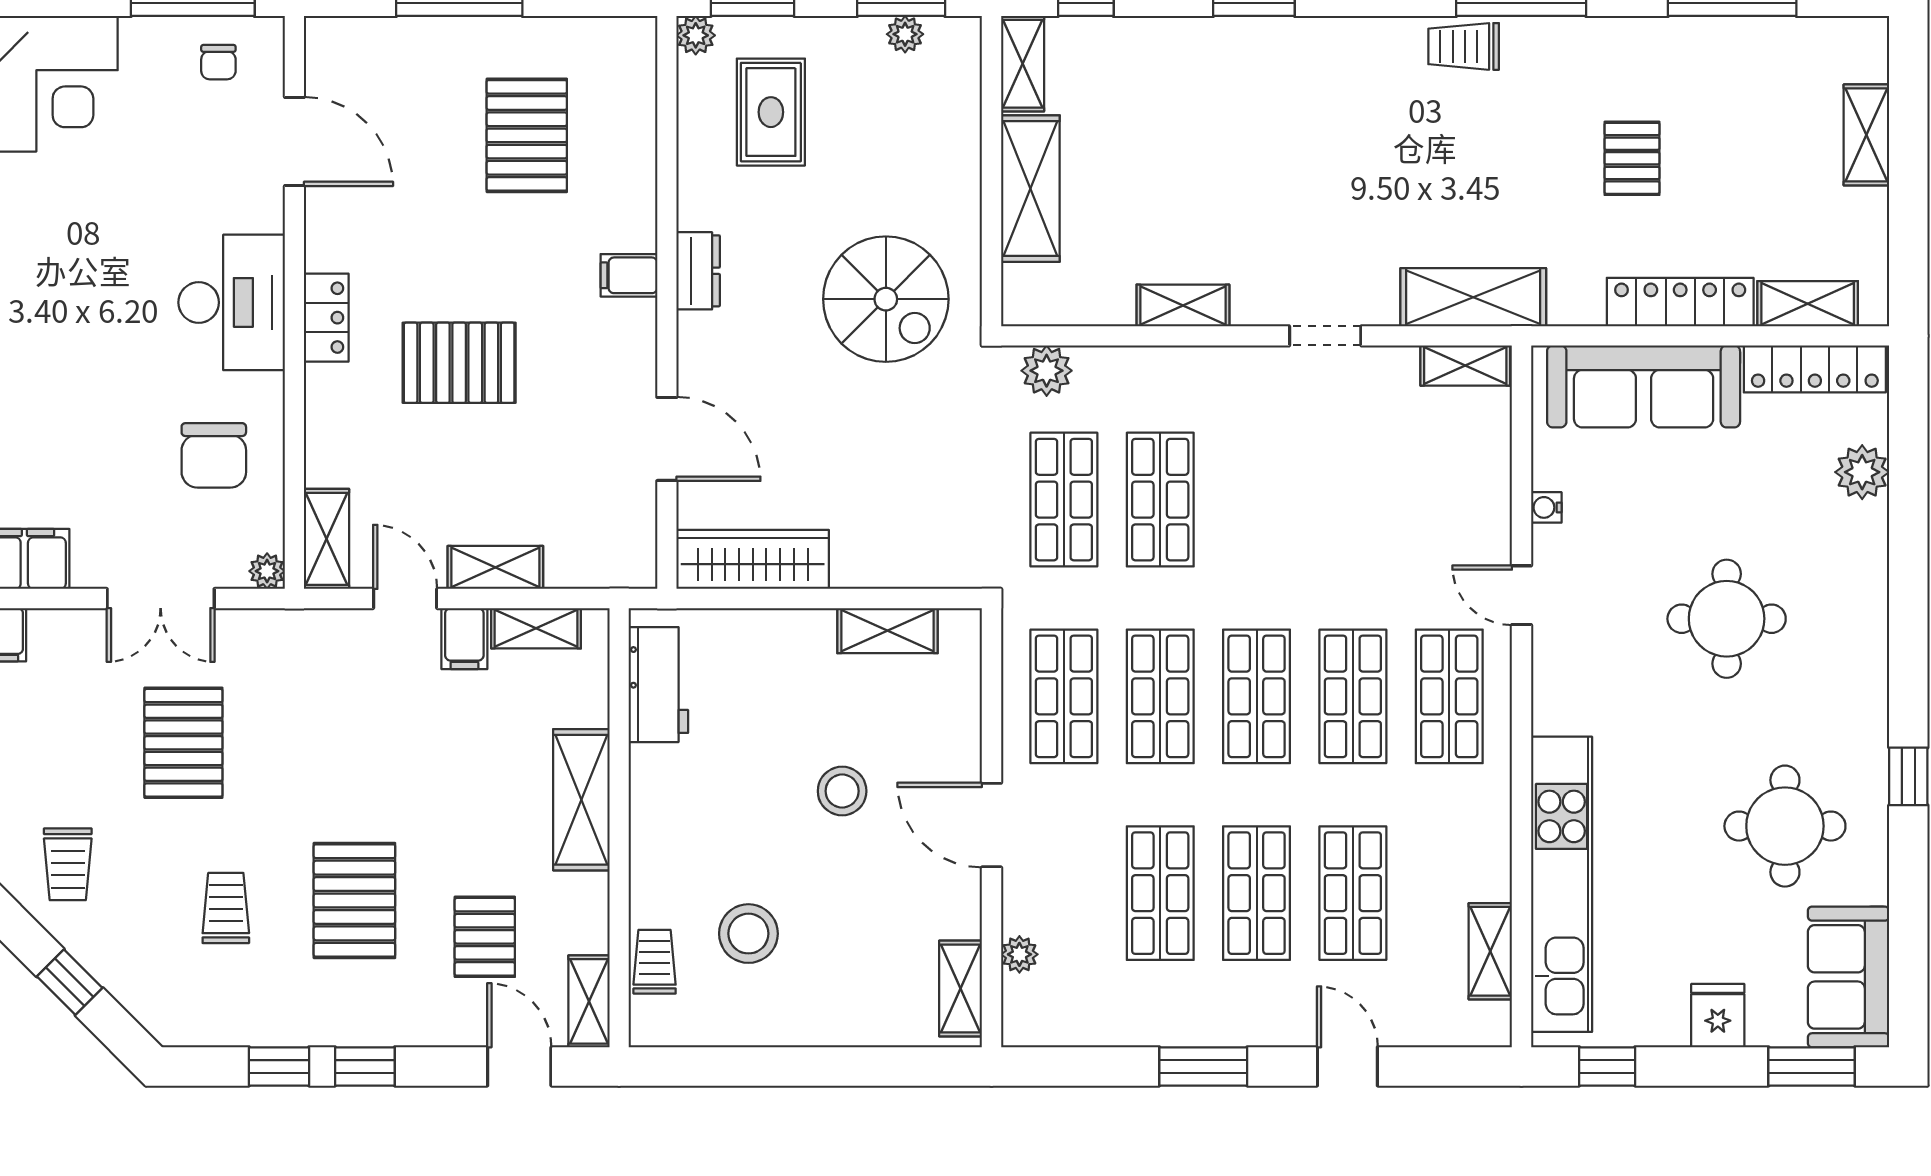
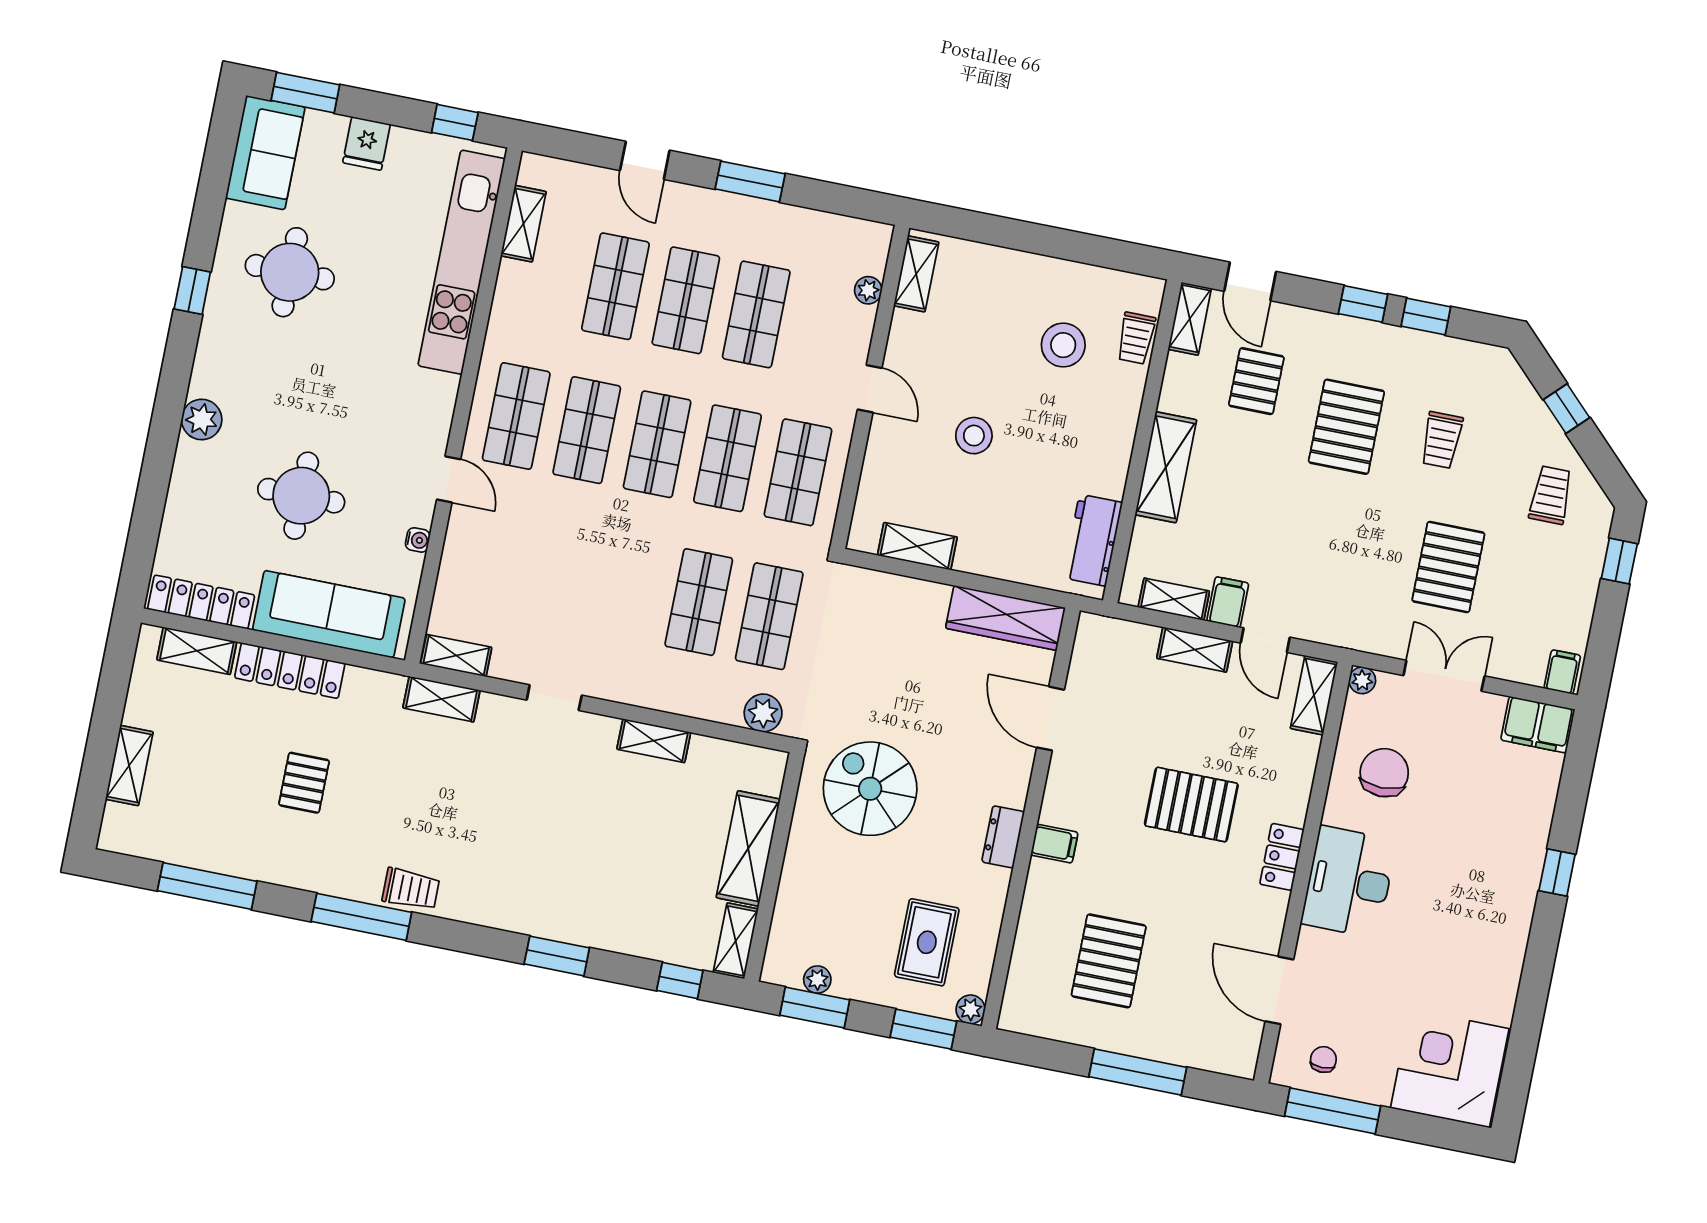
shelving: (1473, 297) -> (441, 699), width x0.67, depth x0.75
plant: (1862, 472) -> (202, 420), moved
round table: (1727, 619) -> (301, 496), moved
door: (992, 825) -> (870, 389), width x0.73

